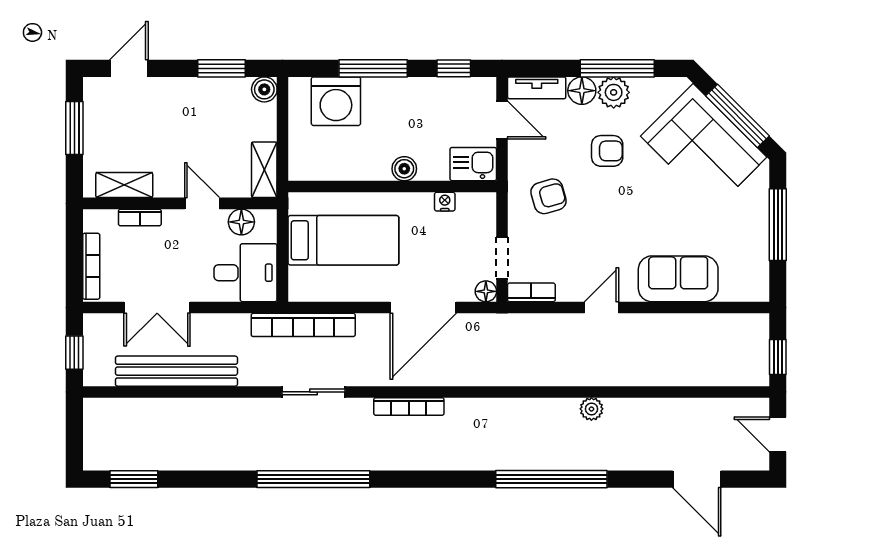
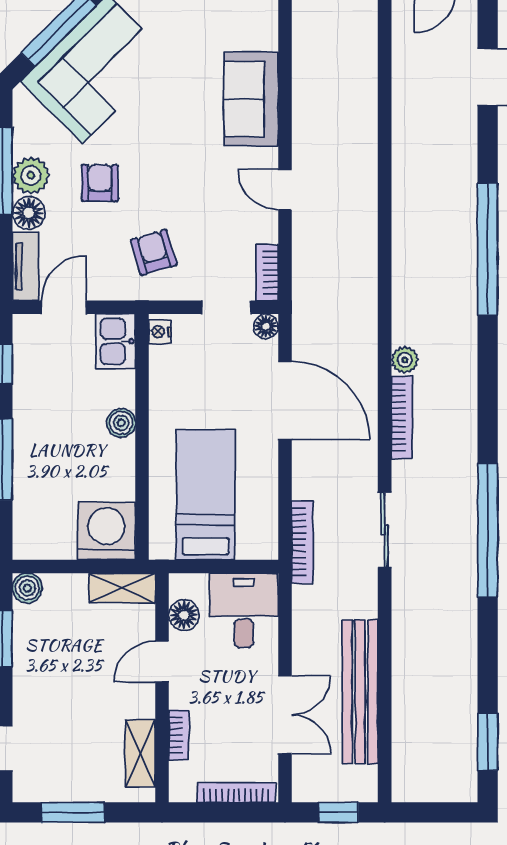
washing machine: (336, 101) -> (106, 531), moved, turned -90
nightstand: (445, 202) -> (160, 332), moved
bookcase: (303, 325) -> (302, 542), width x0.68, depth x0.76
plant: (591, 409) -> (405, 360), moved

